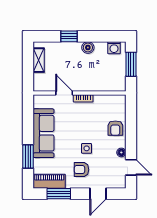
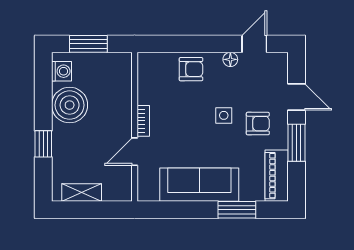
boiler: (88, 47) -> (70, 105), width x1.86, depth x1.86
armchair: (82, 170) -> (258, 124), turned -90
window: (59, 194) -> (297, 143), moved

